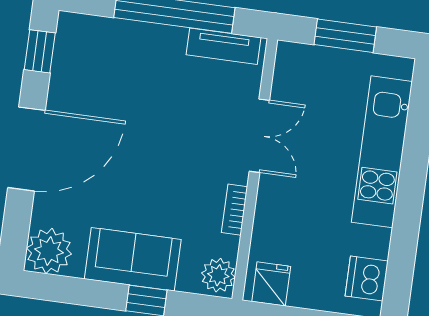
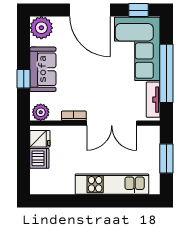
corner sofa: (117, 64) -> (137, 49), added
double door: (259, 136) -> (112, 123), width x1.37
dishwasher: (367, 279) -> (39, 158), moved, turned 90

